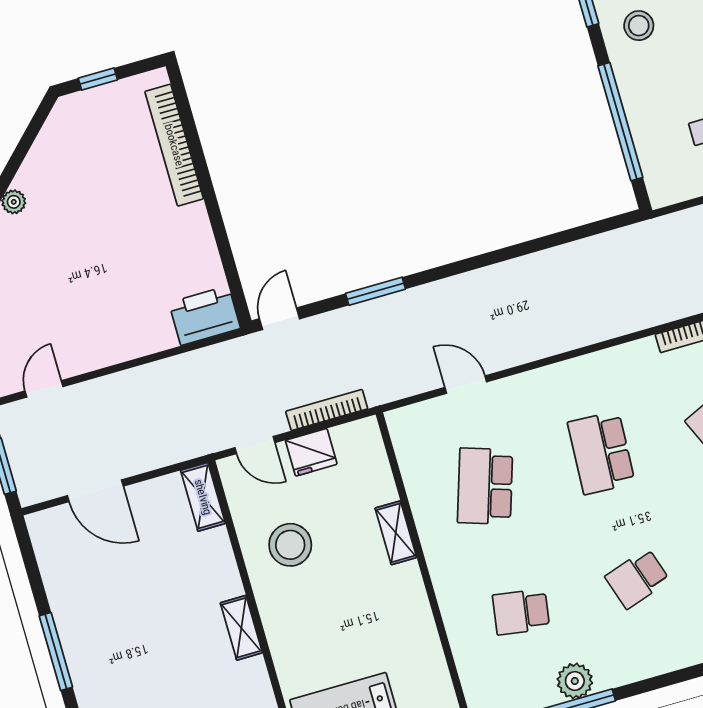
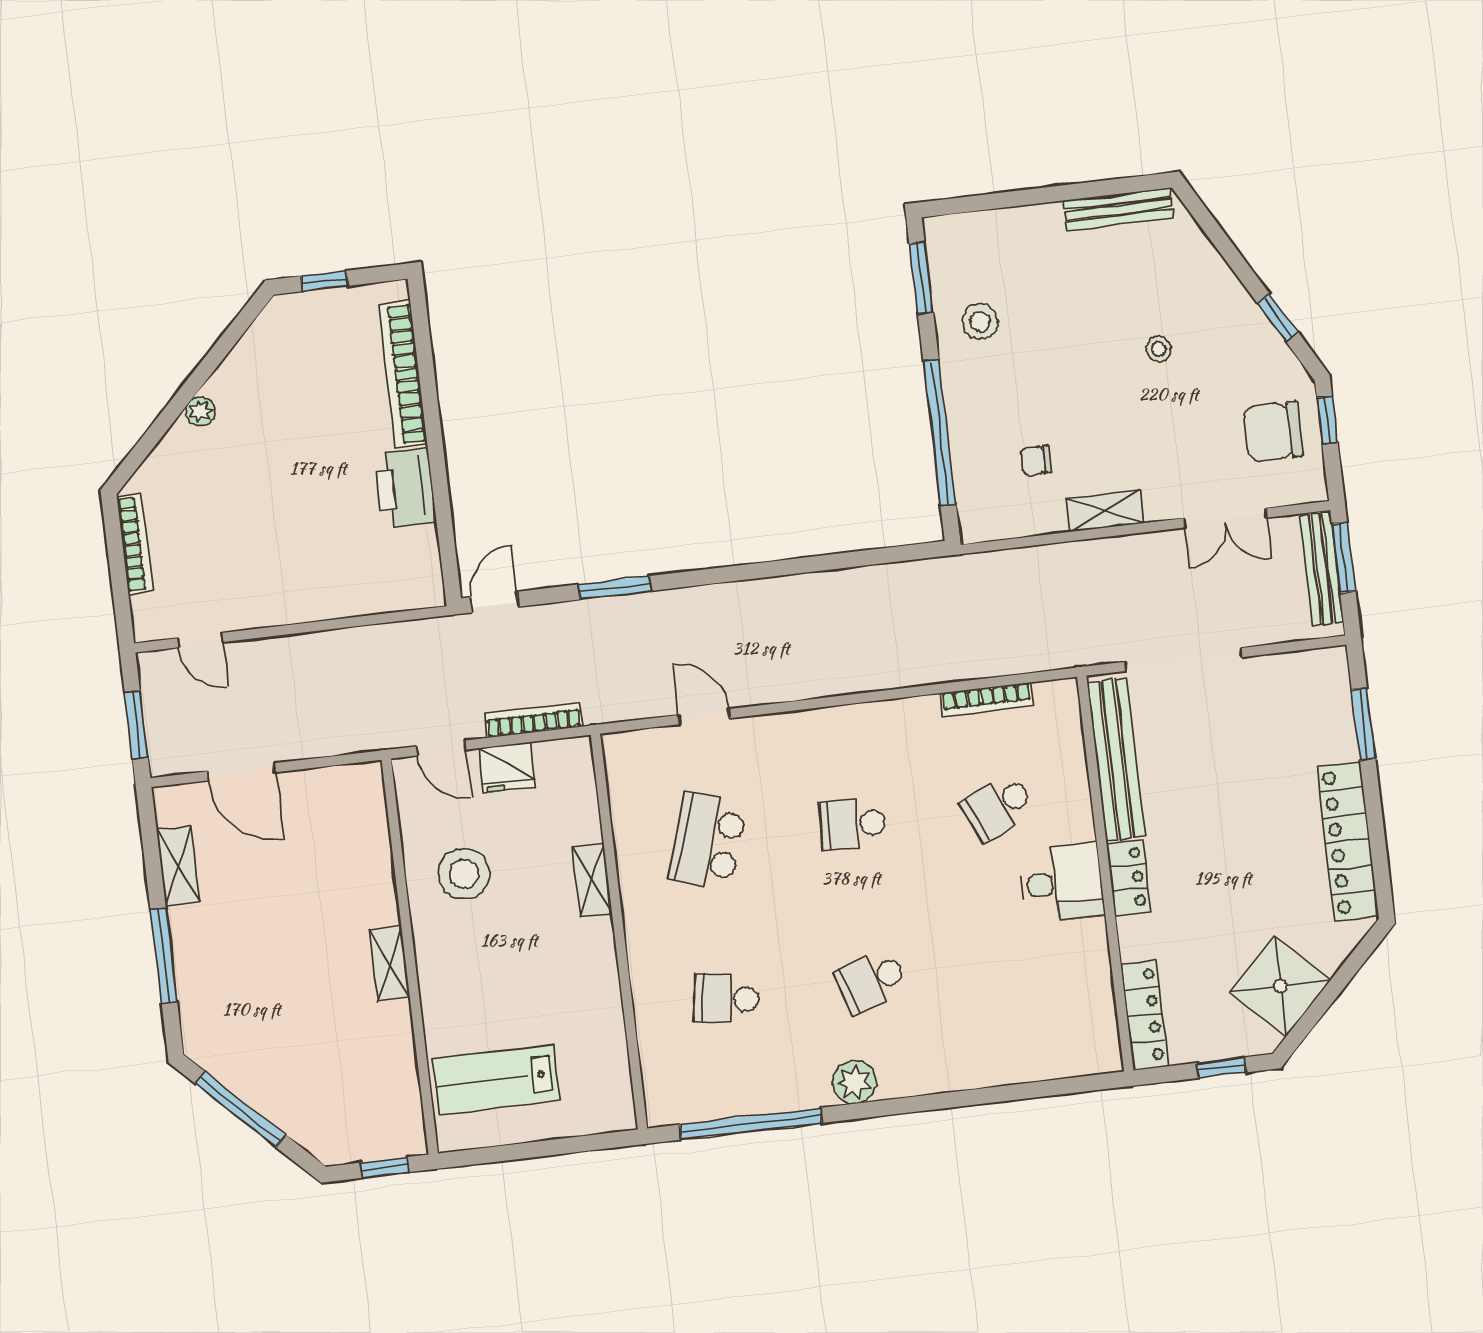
printer: (205, 316) -> (405, 488), moved, turned -90
door: (44, 389) -> (200, 640), swing flipped
school desk: (601, 453) -> (853, 824), width x0.54
shelving: (203, 497) -> (178, 866), moved
plant: (575, 681) -> (854, 1082), moved

